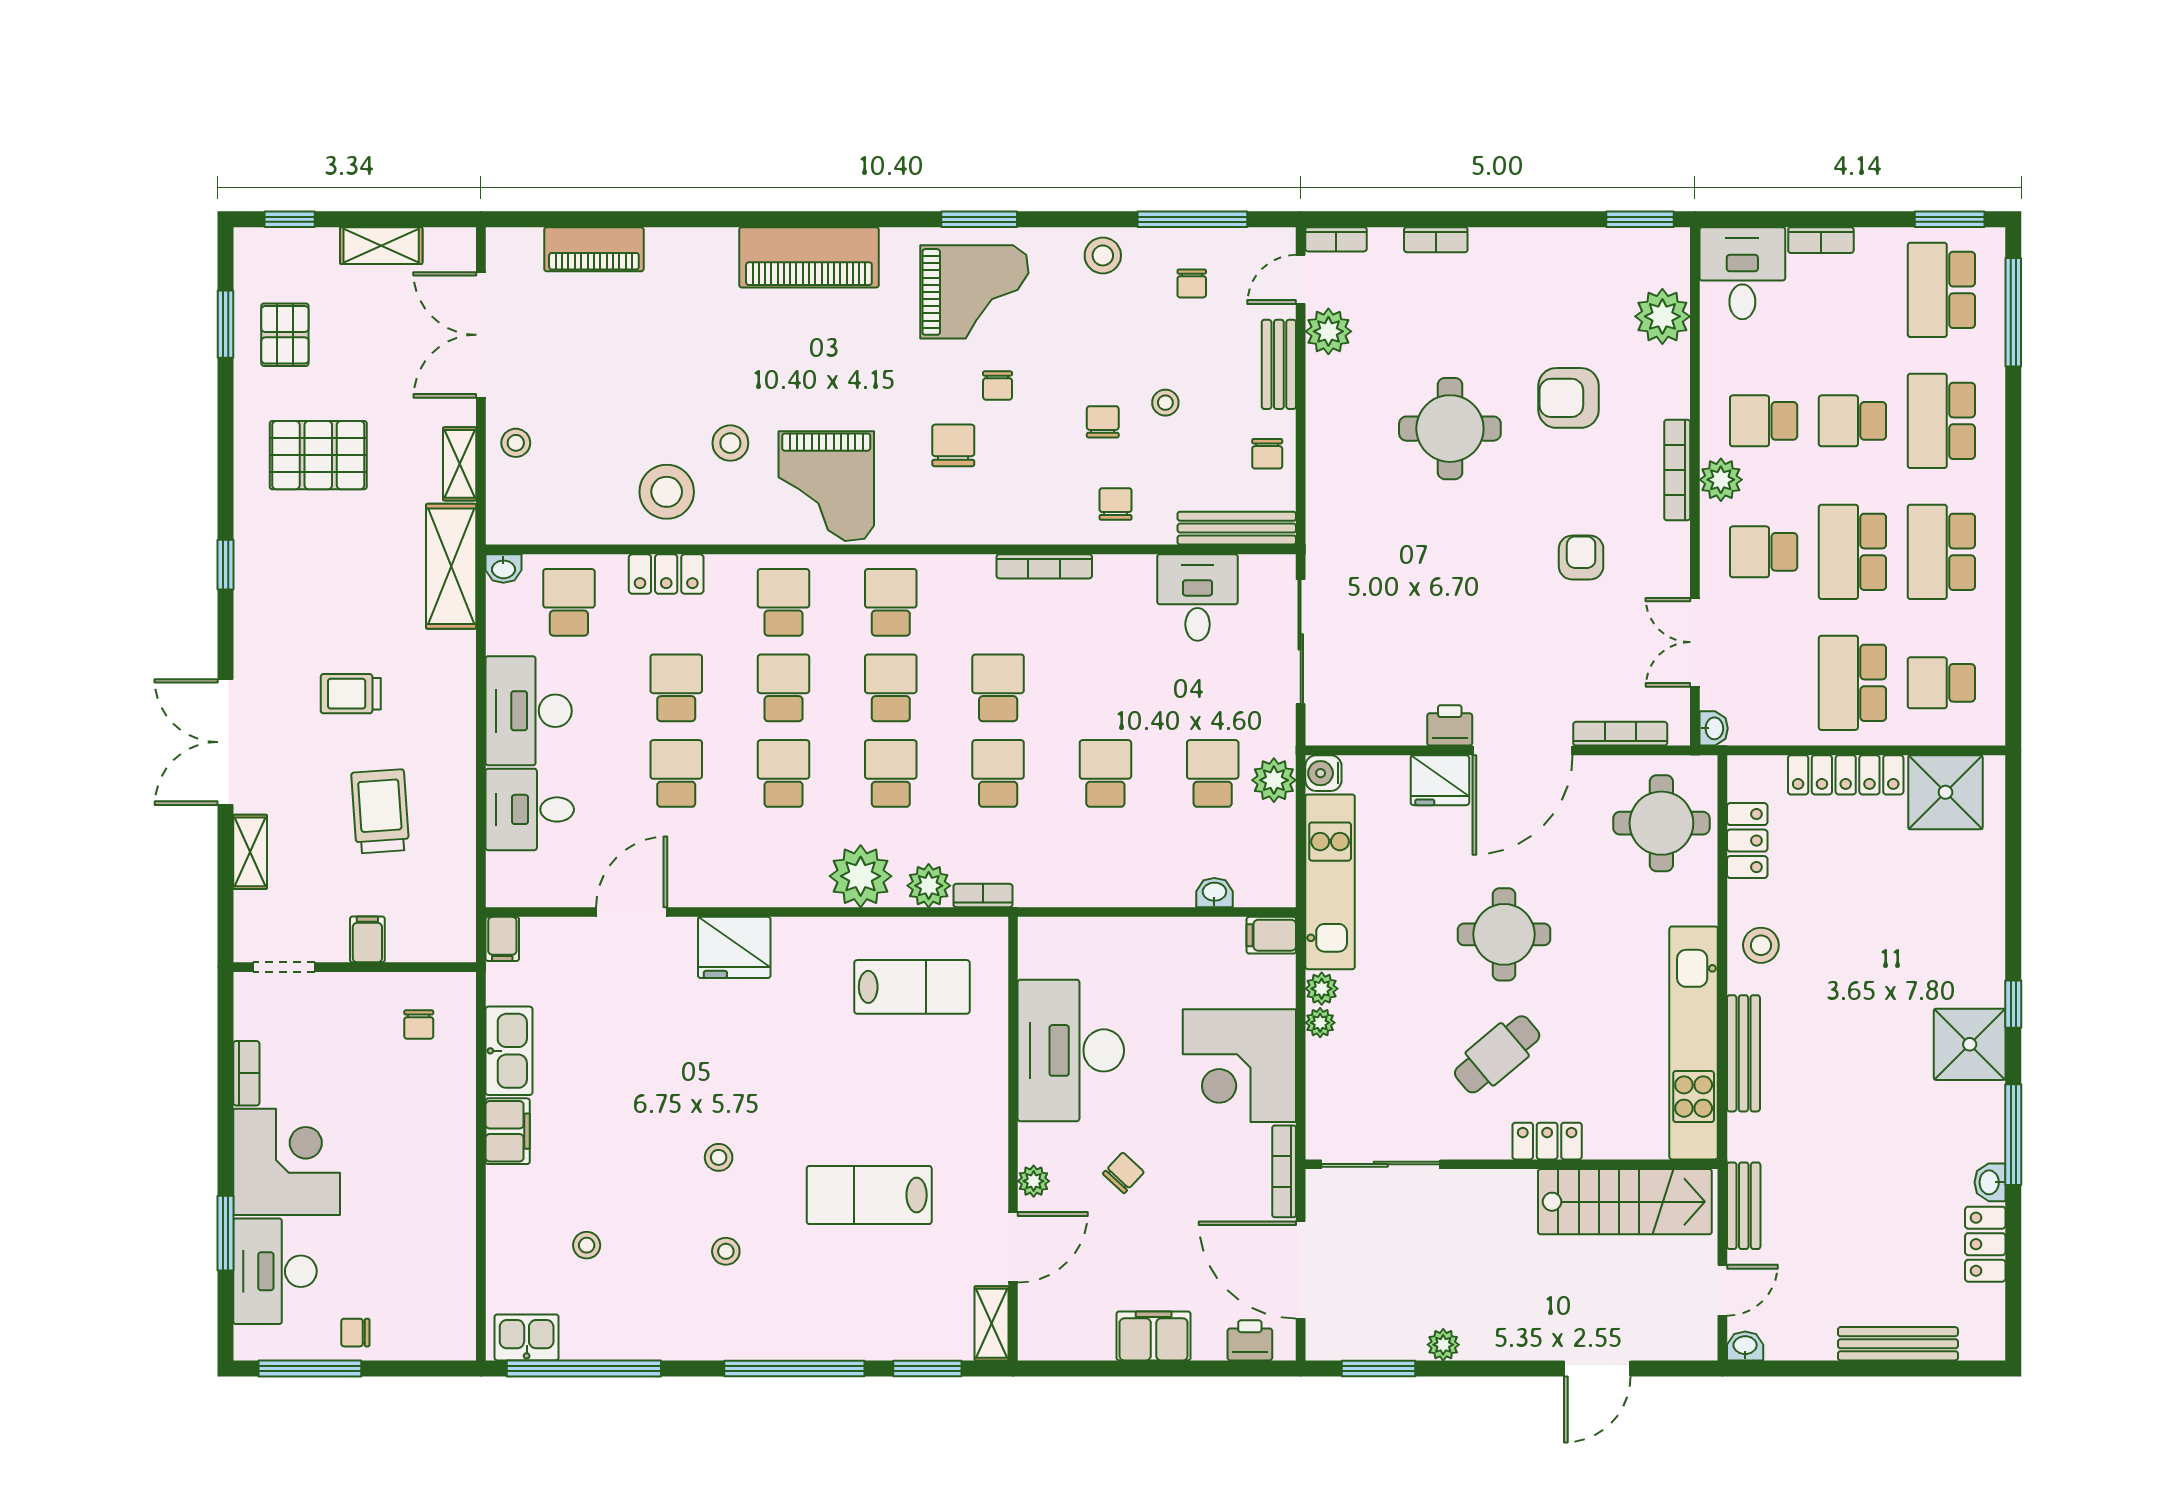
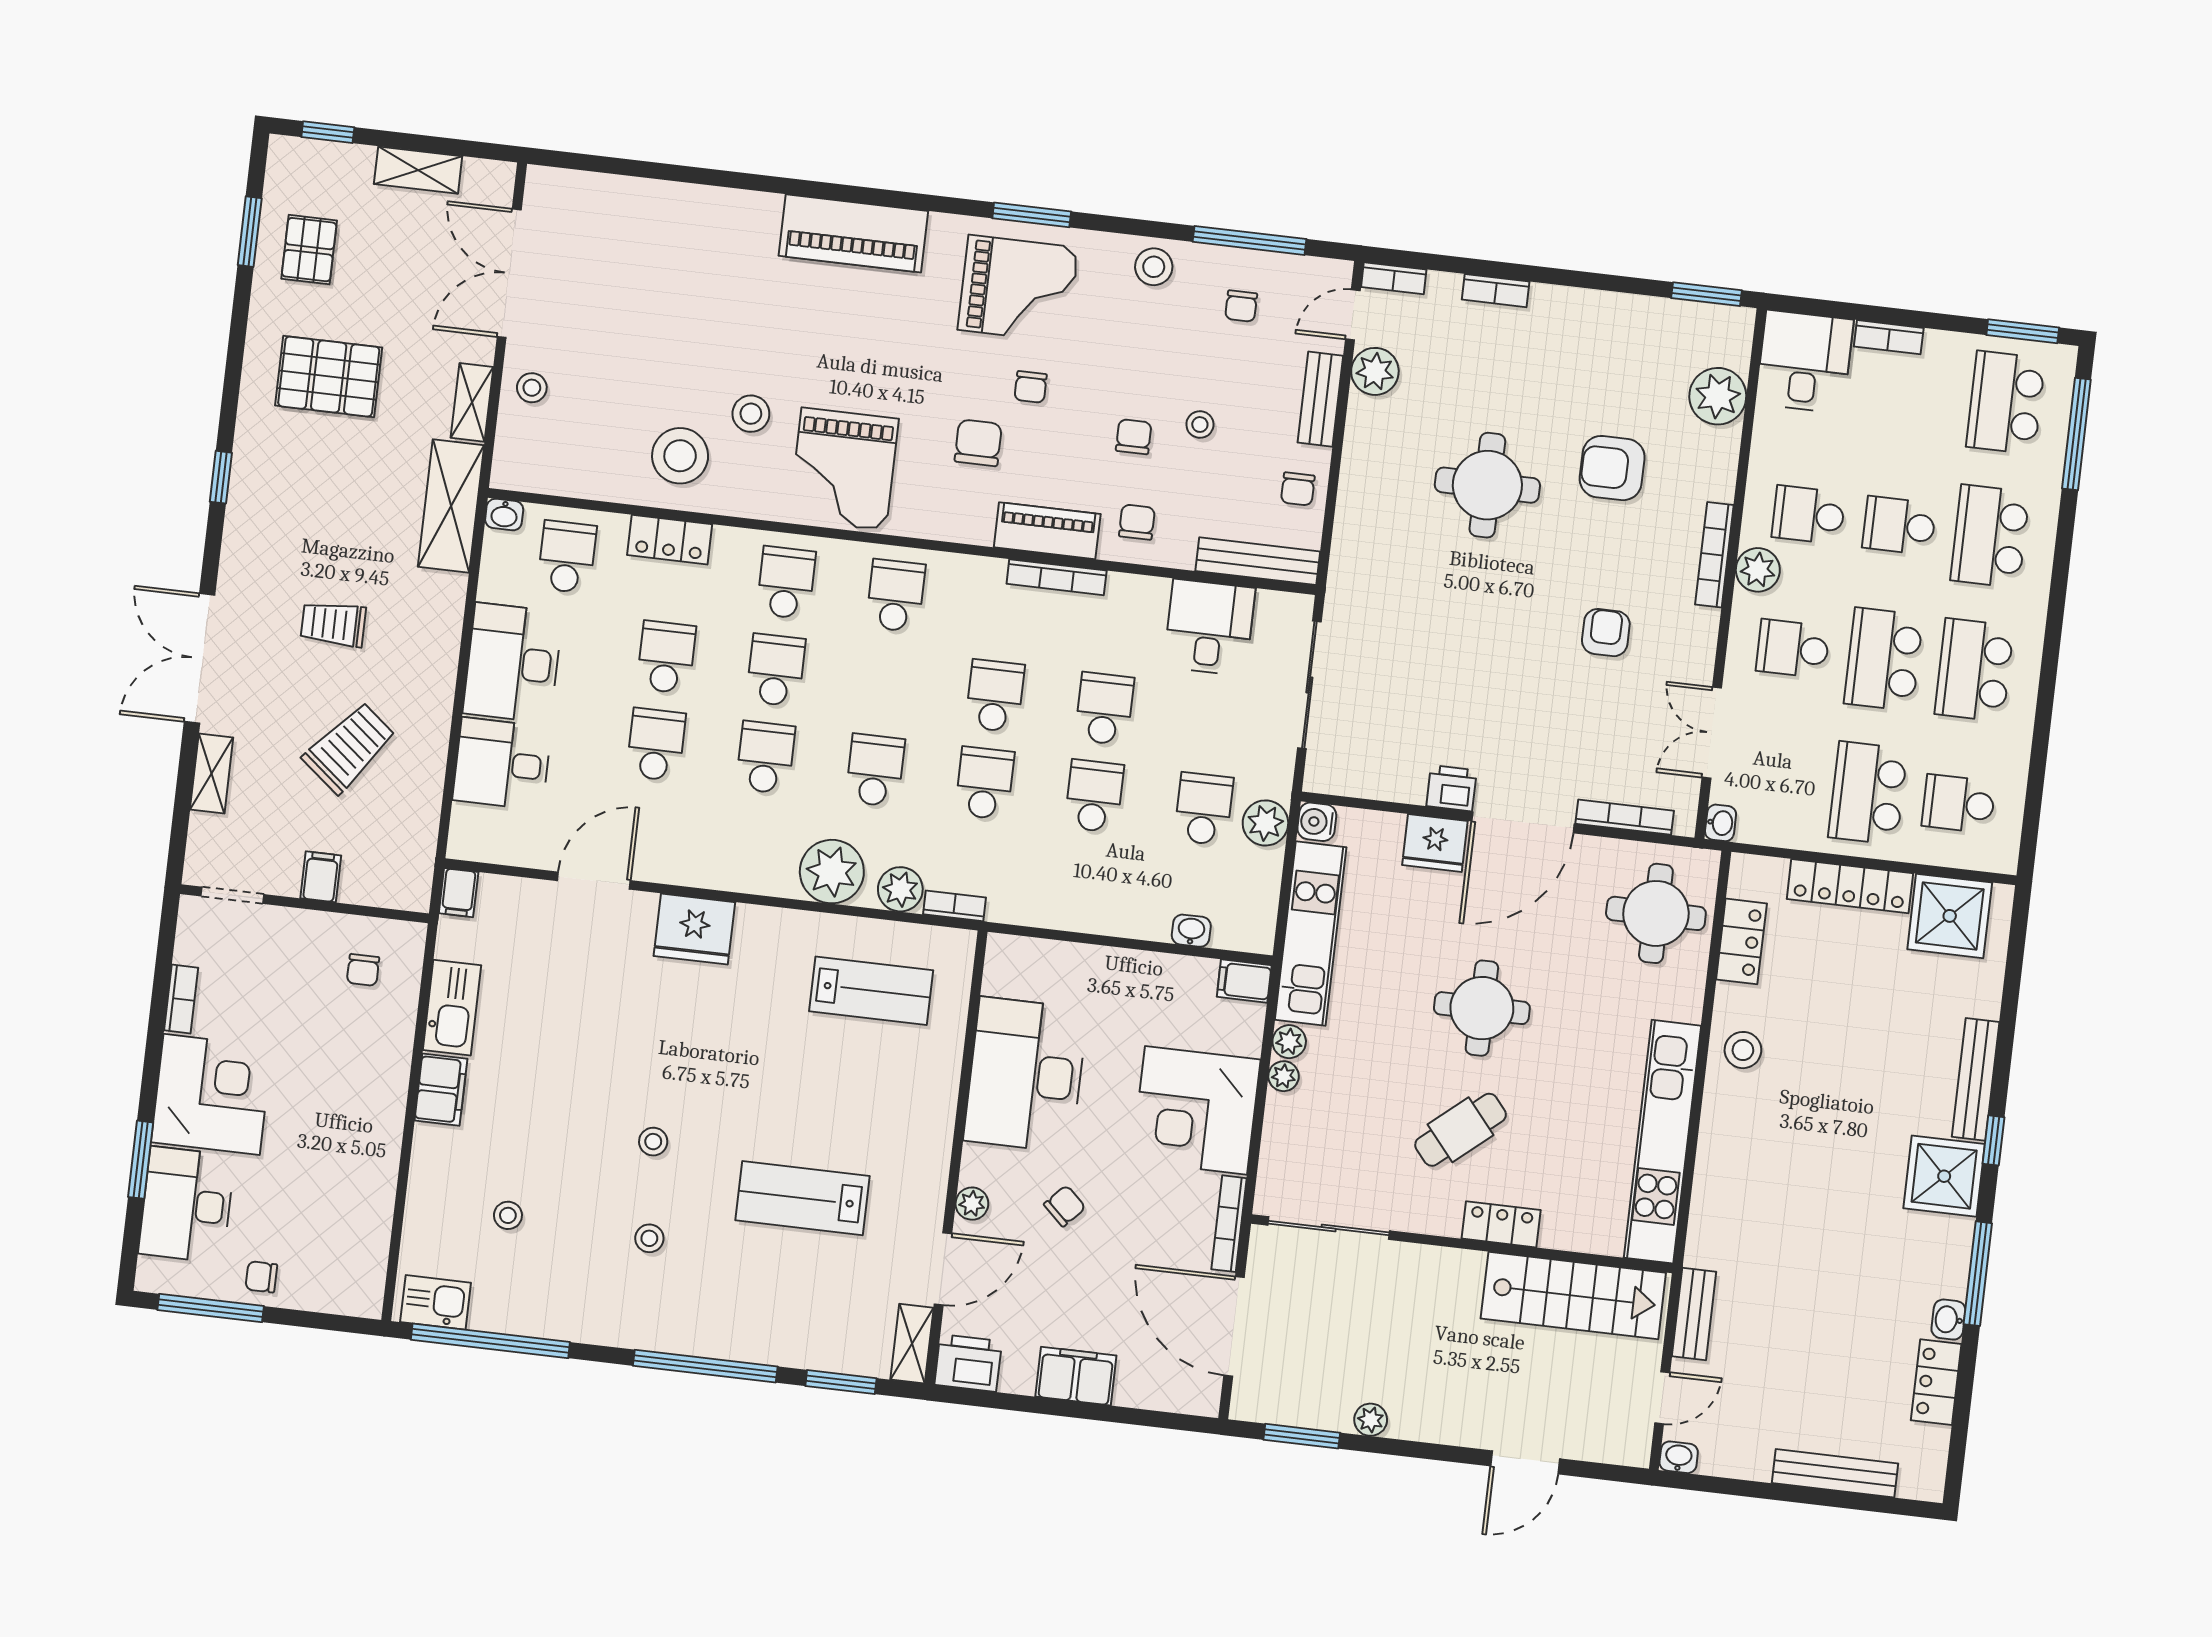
piano: (594, 249) -> (1047, 531), moved, turned 180
school desk: (891, 688) -> (1104, 709), moved
trolley: (380, 811) -> (349, 748), turned 43
bench: (1743, 1053) -> (1976, 1079), moved
printer: (1250, 1340) -> (968, 1363), moved, width x1.36, depth x1.24

